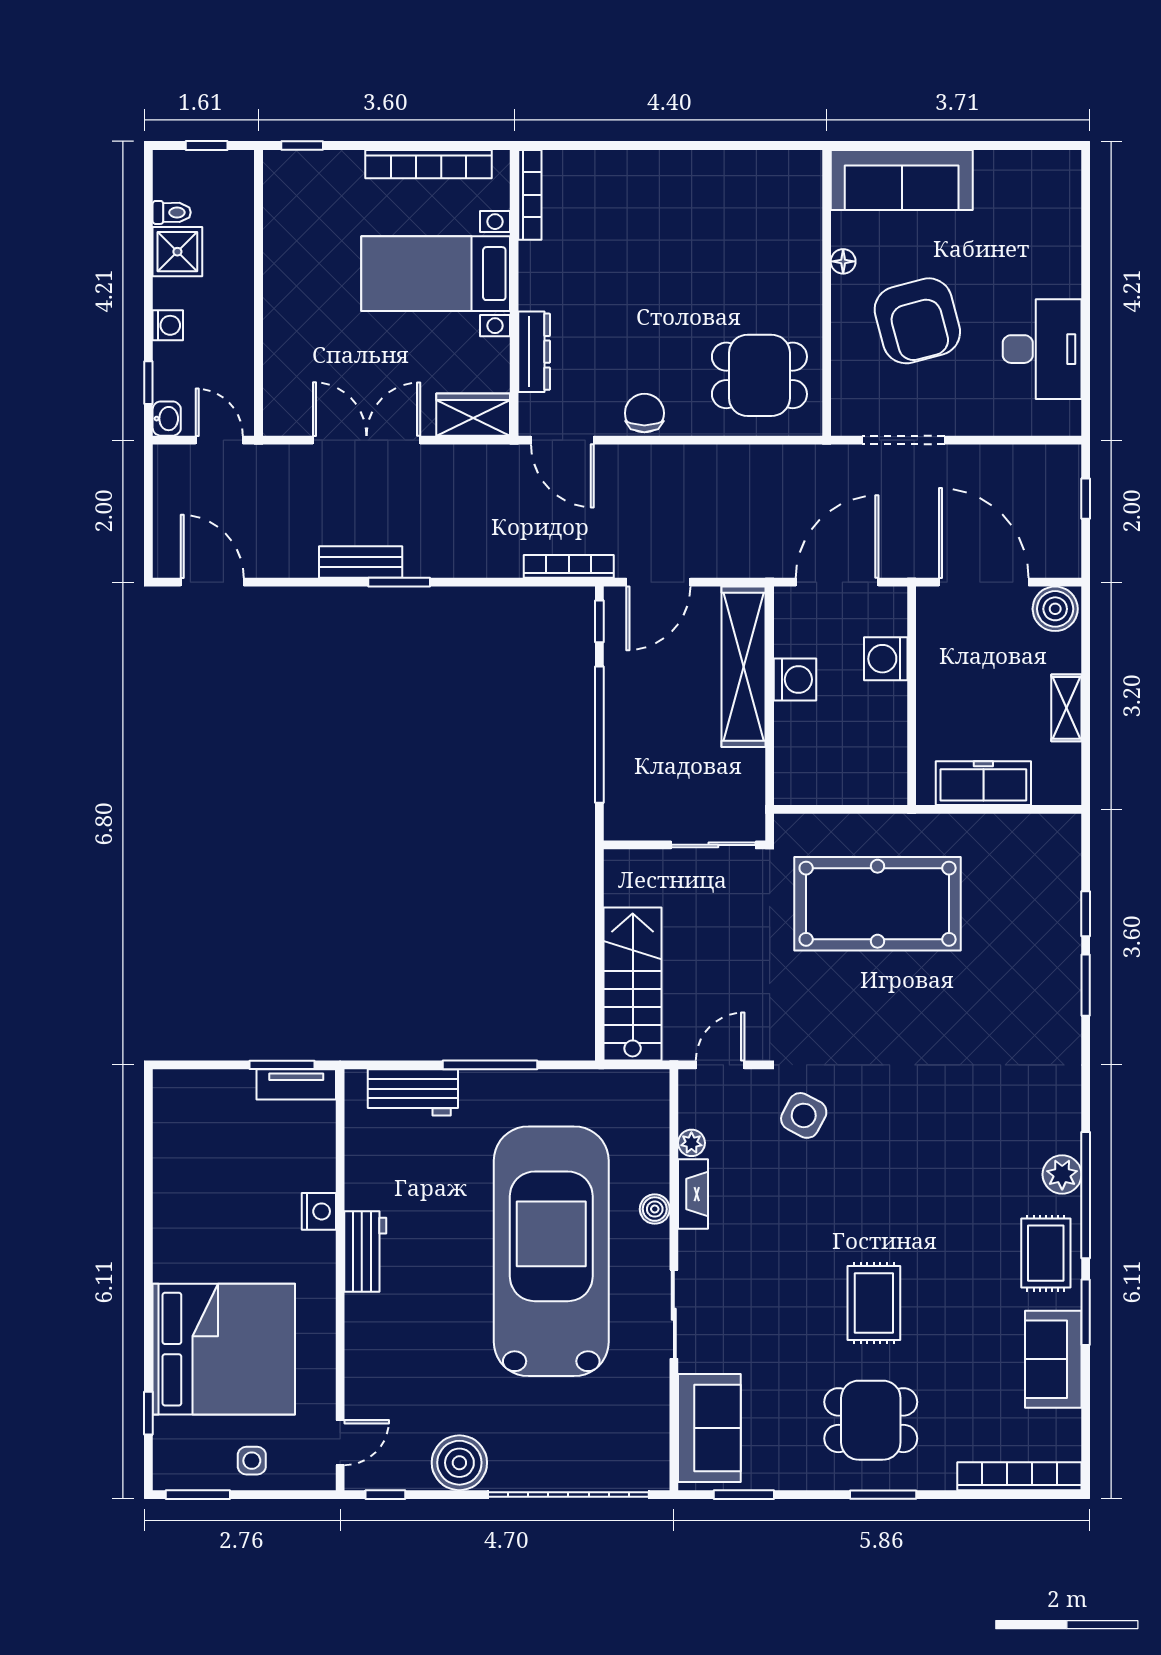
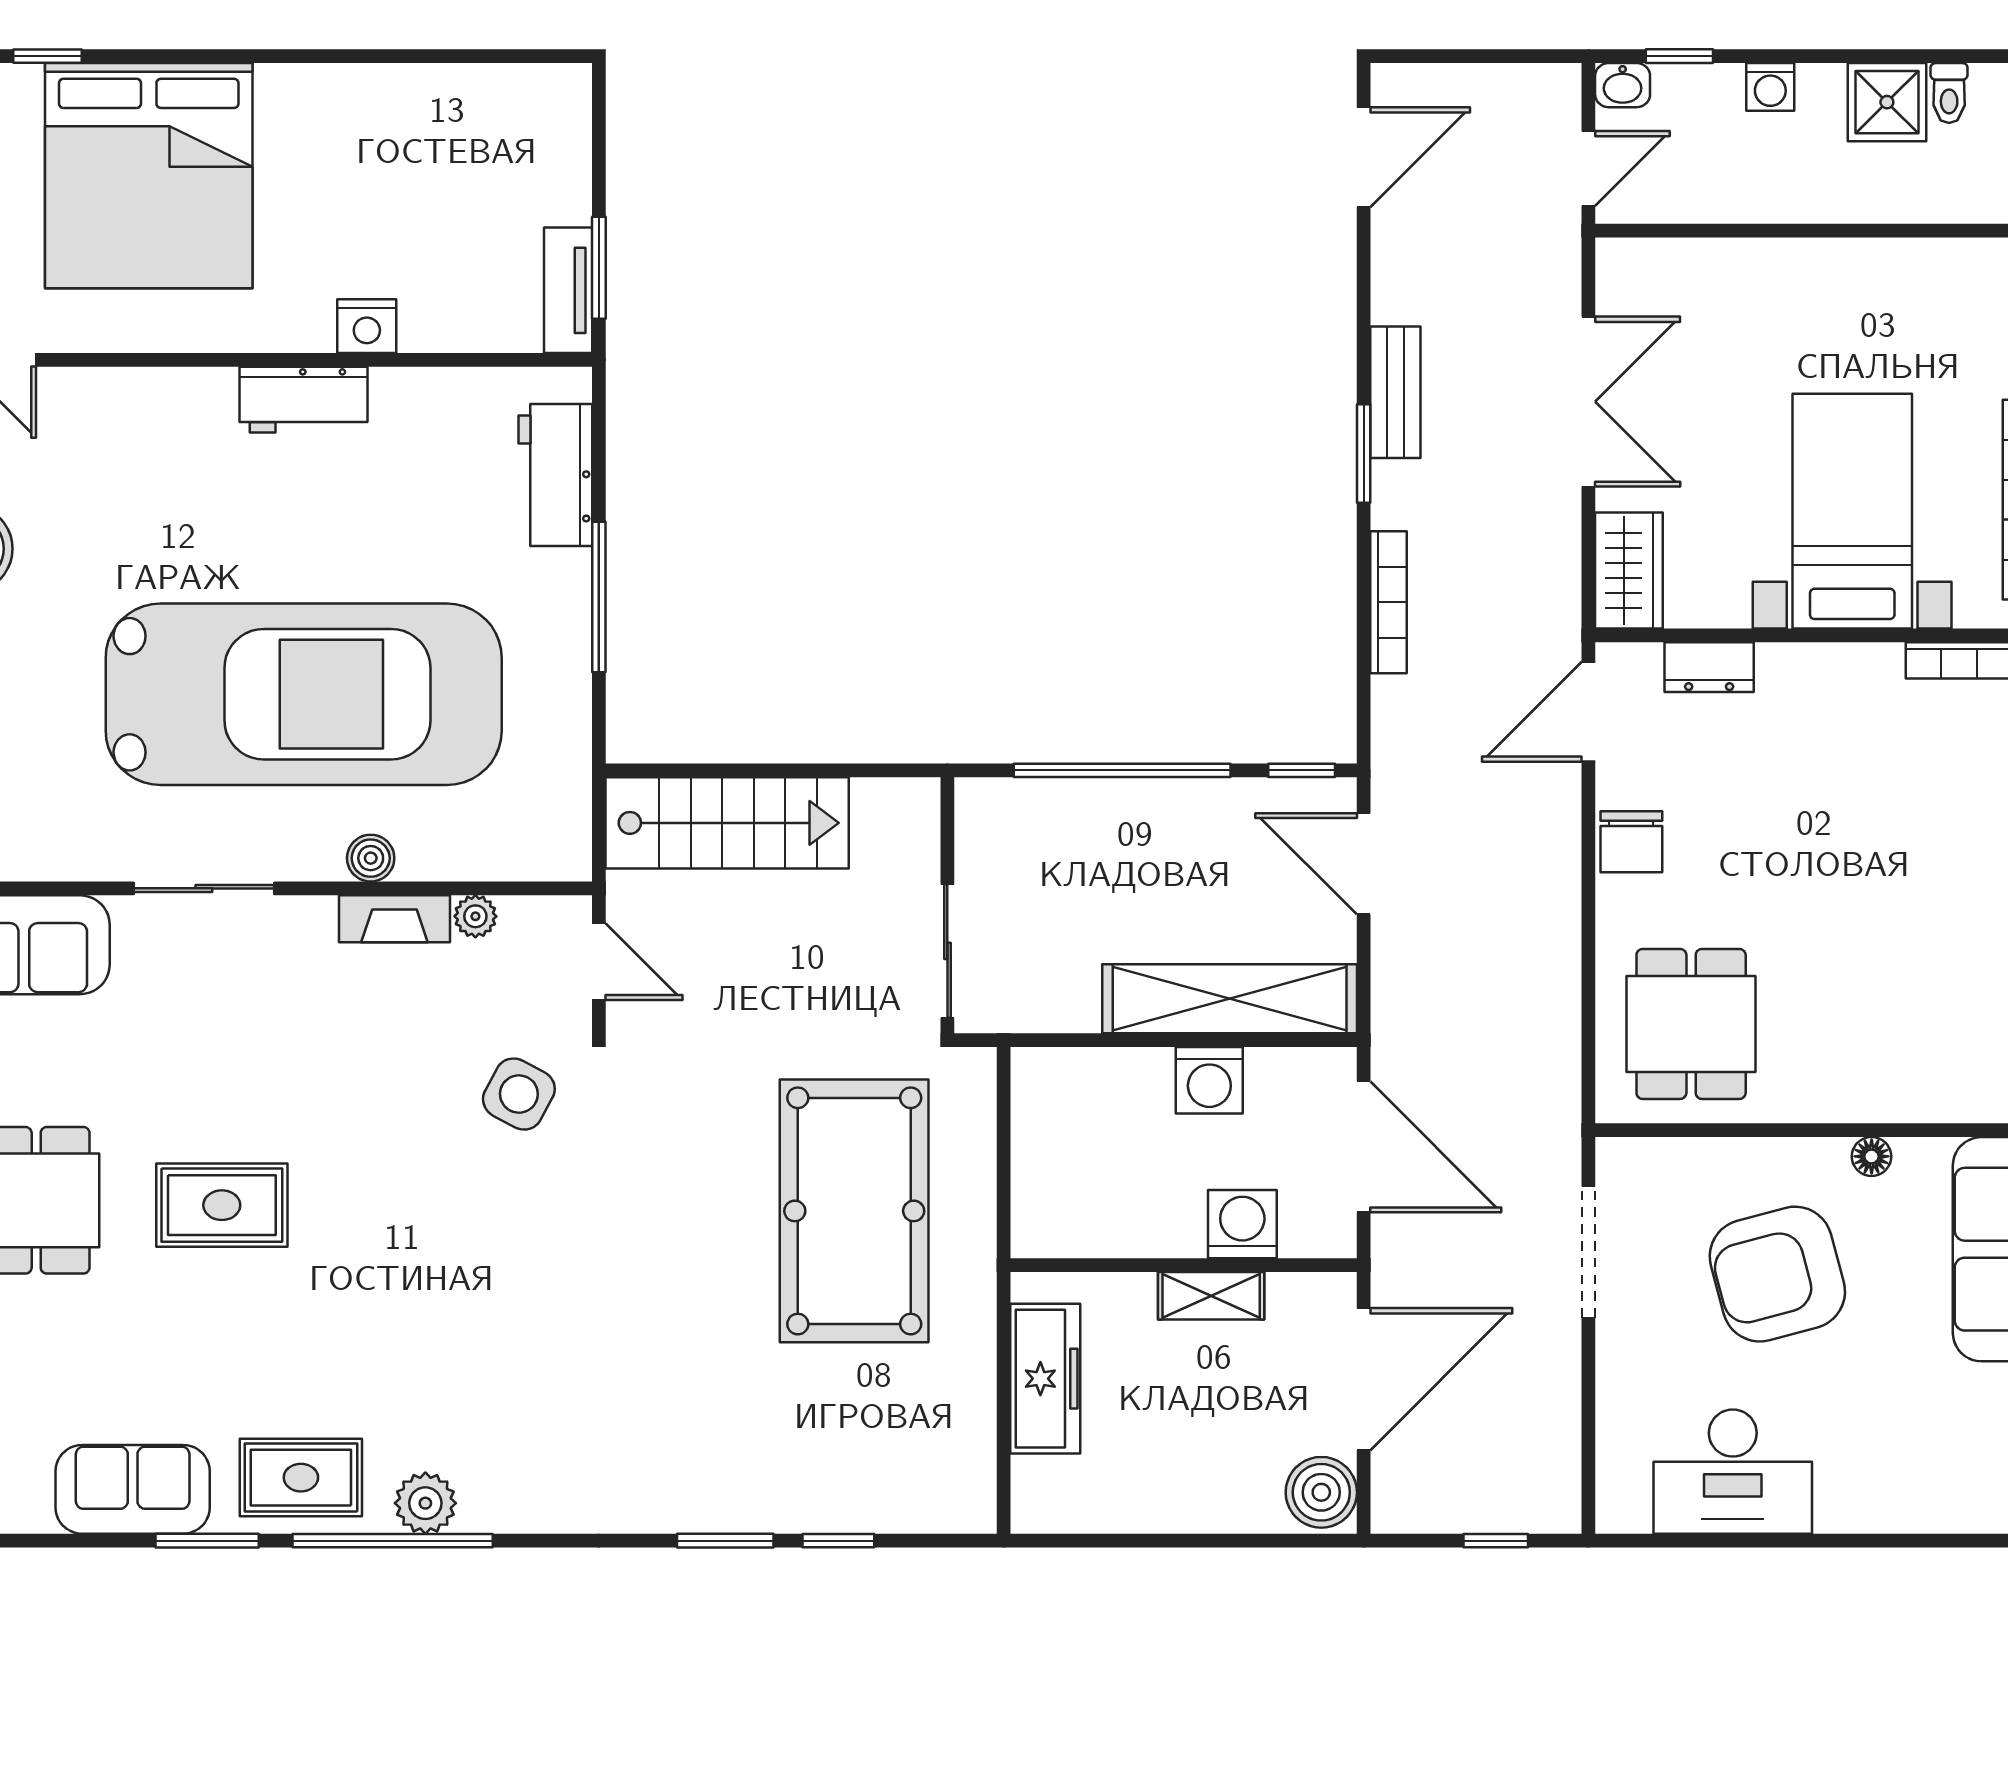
dresser: (534, 352) -> (1709, 667), width x0.70
chair: (644, 413) -> (1631, 842), turned 90
bookcase: (569, 566) -> (1388, 602), moved
shelving: (1066, 708) -> (1211, 1296), moved

